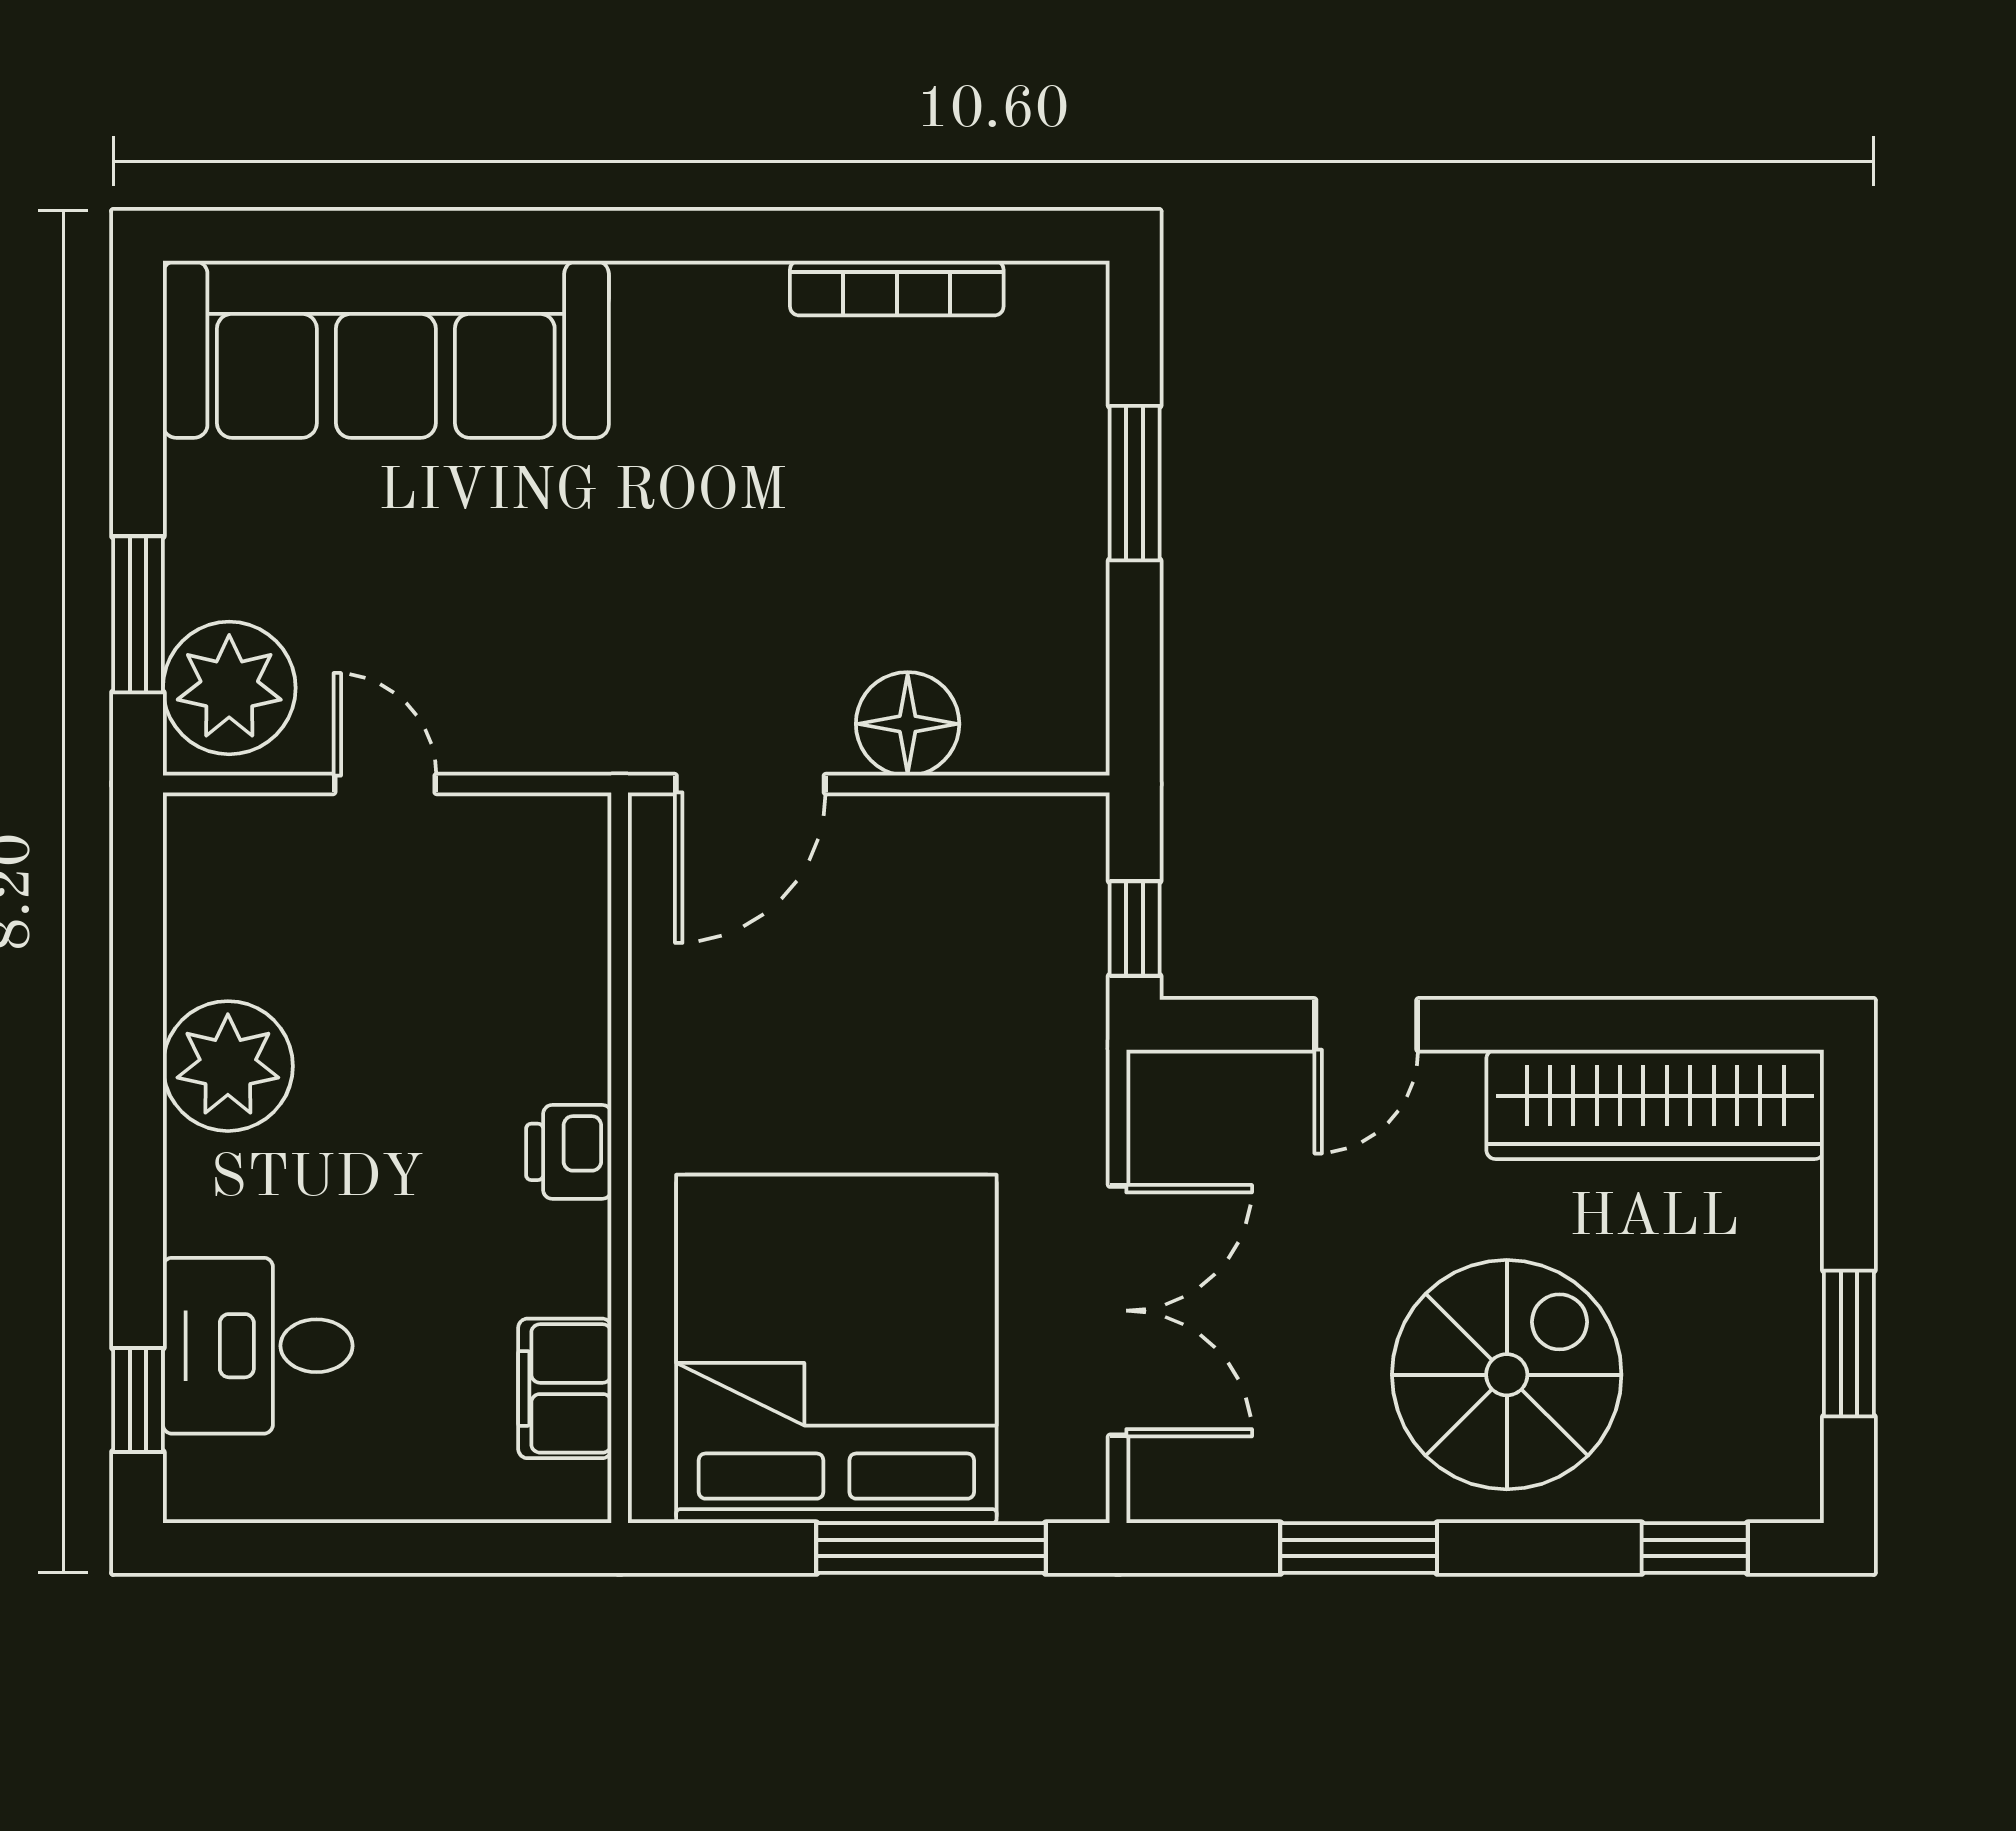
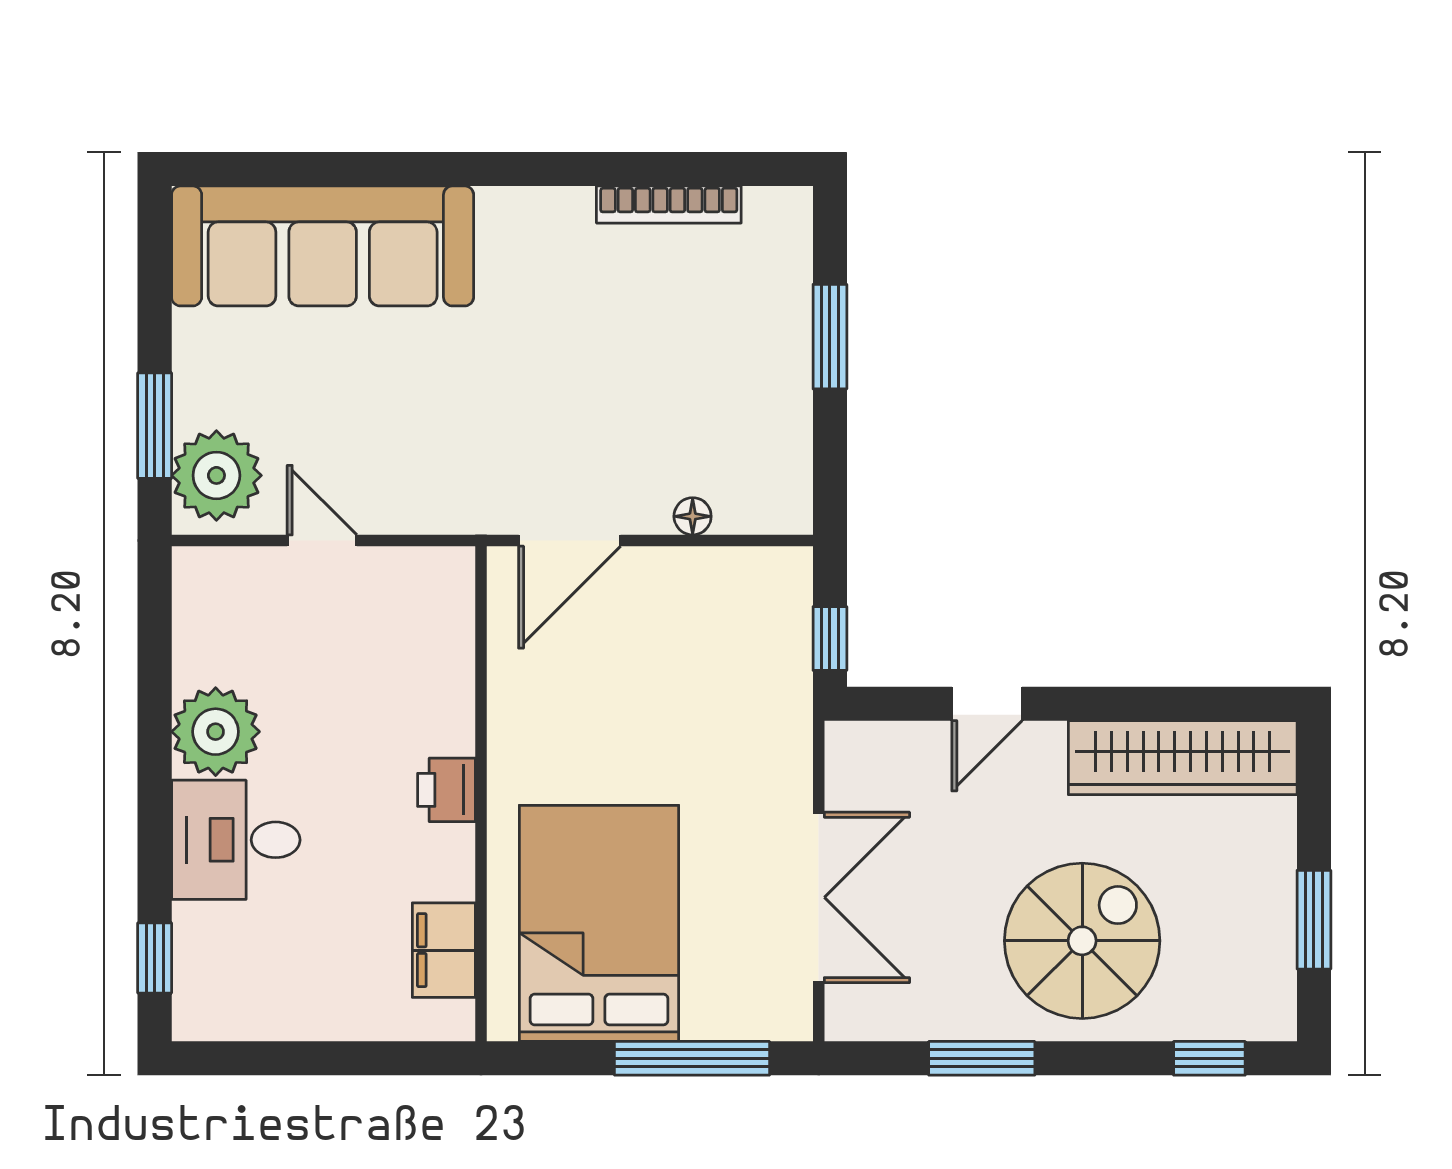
floor lamp: (908, 724) -> (693, 516), width x0.53, depth x0.53
desk: (258, 1346) -> (236, 840), moved
bed: (836, 1349) -> (599, 923), width x0.73

